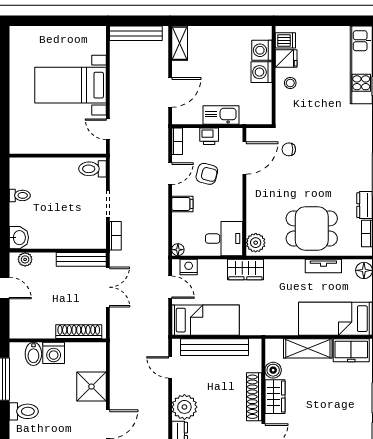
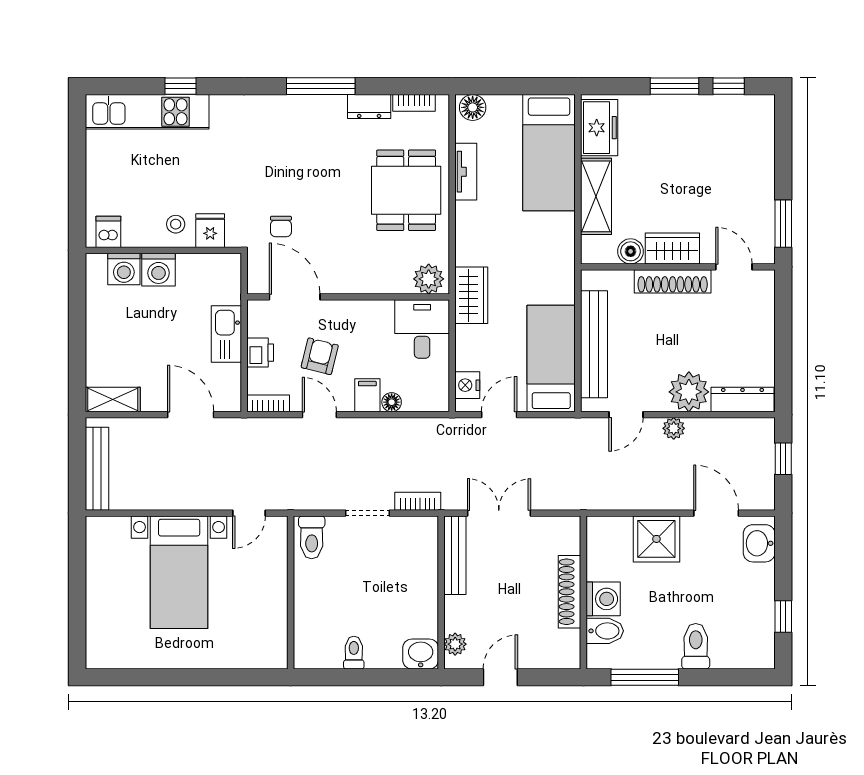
fridge: (286, 59) -> (210, 231), moved
floor lamp: (178, 250) -> (392, 402), moved
shoe rack: (79, 332) -> (570, 592), moved
plant: (161, 397) -> (674, 428), added

